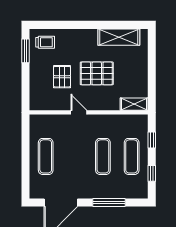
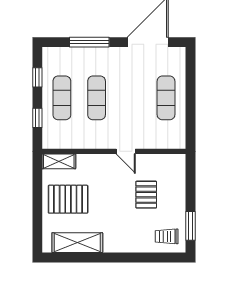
pallet: (97, 73) -> (68, 199), moved

